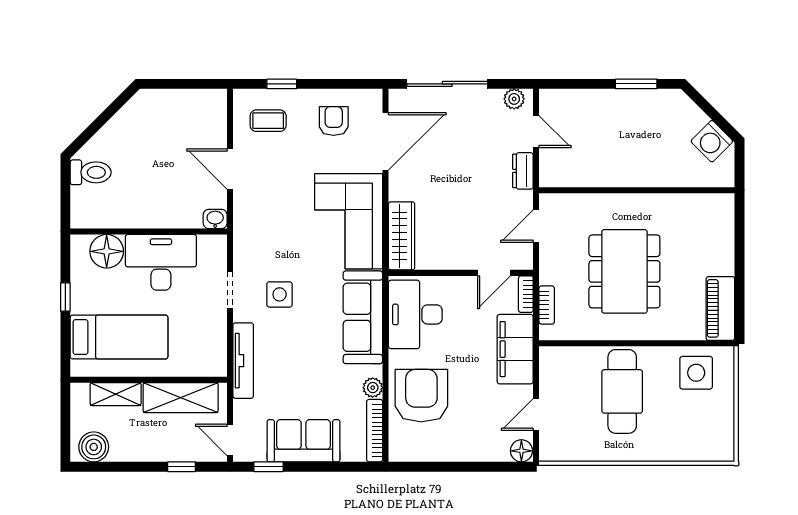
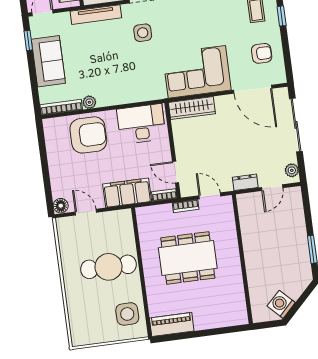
bookcase: (547, 305) -> (186, 206), moved
sofa: (363, 317) -> (135, 90), removed

